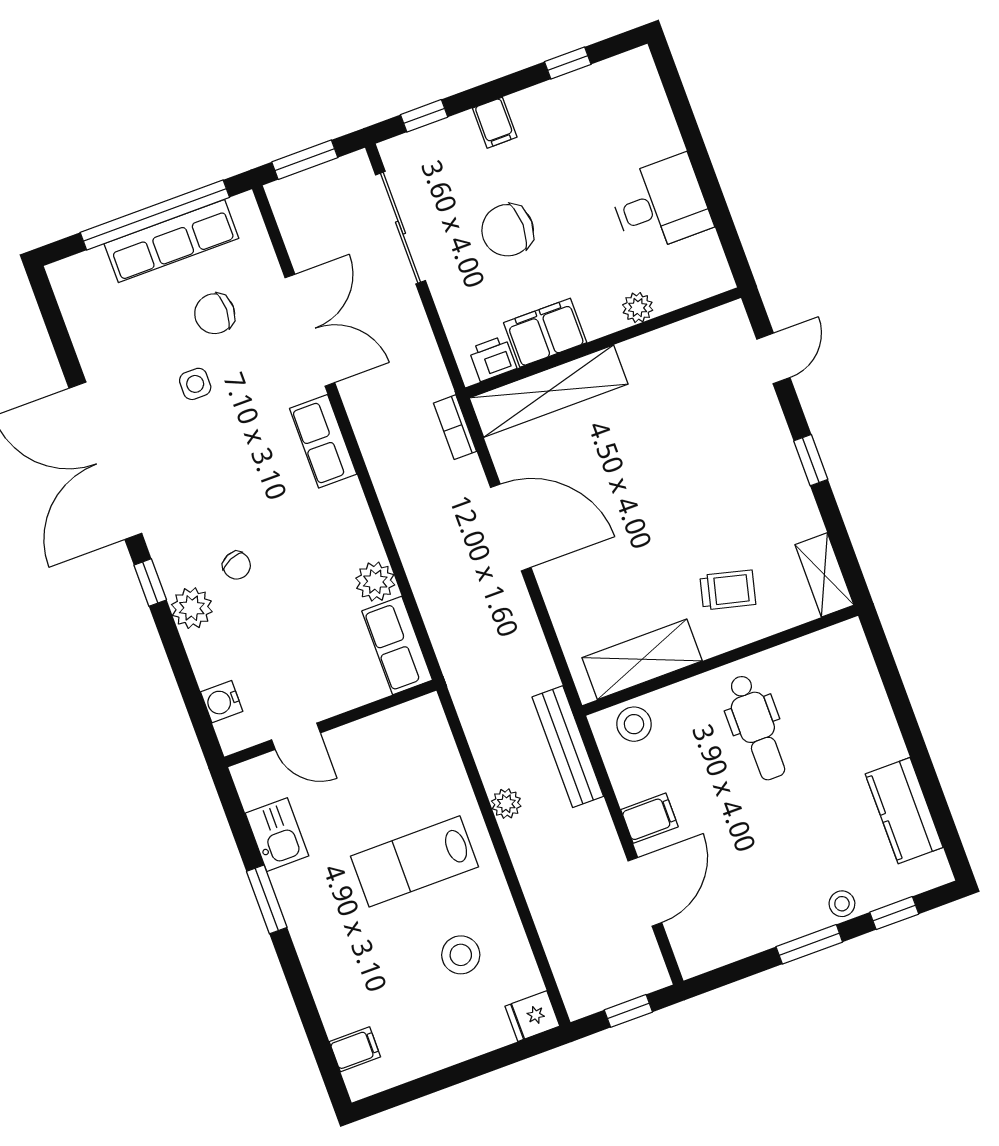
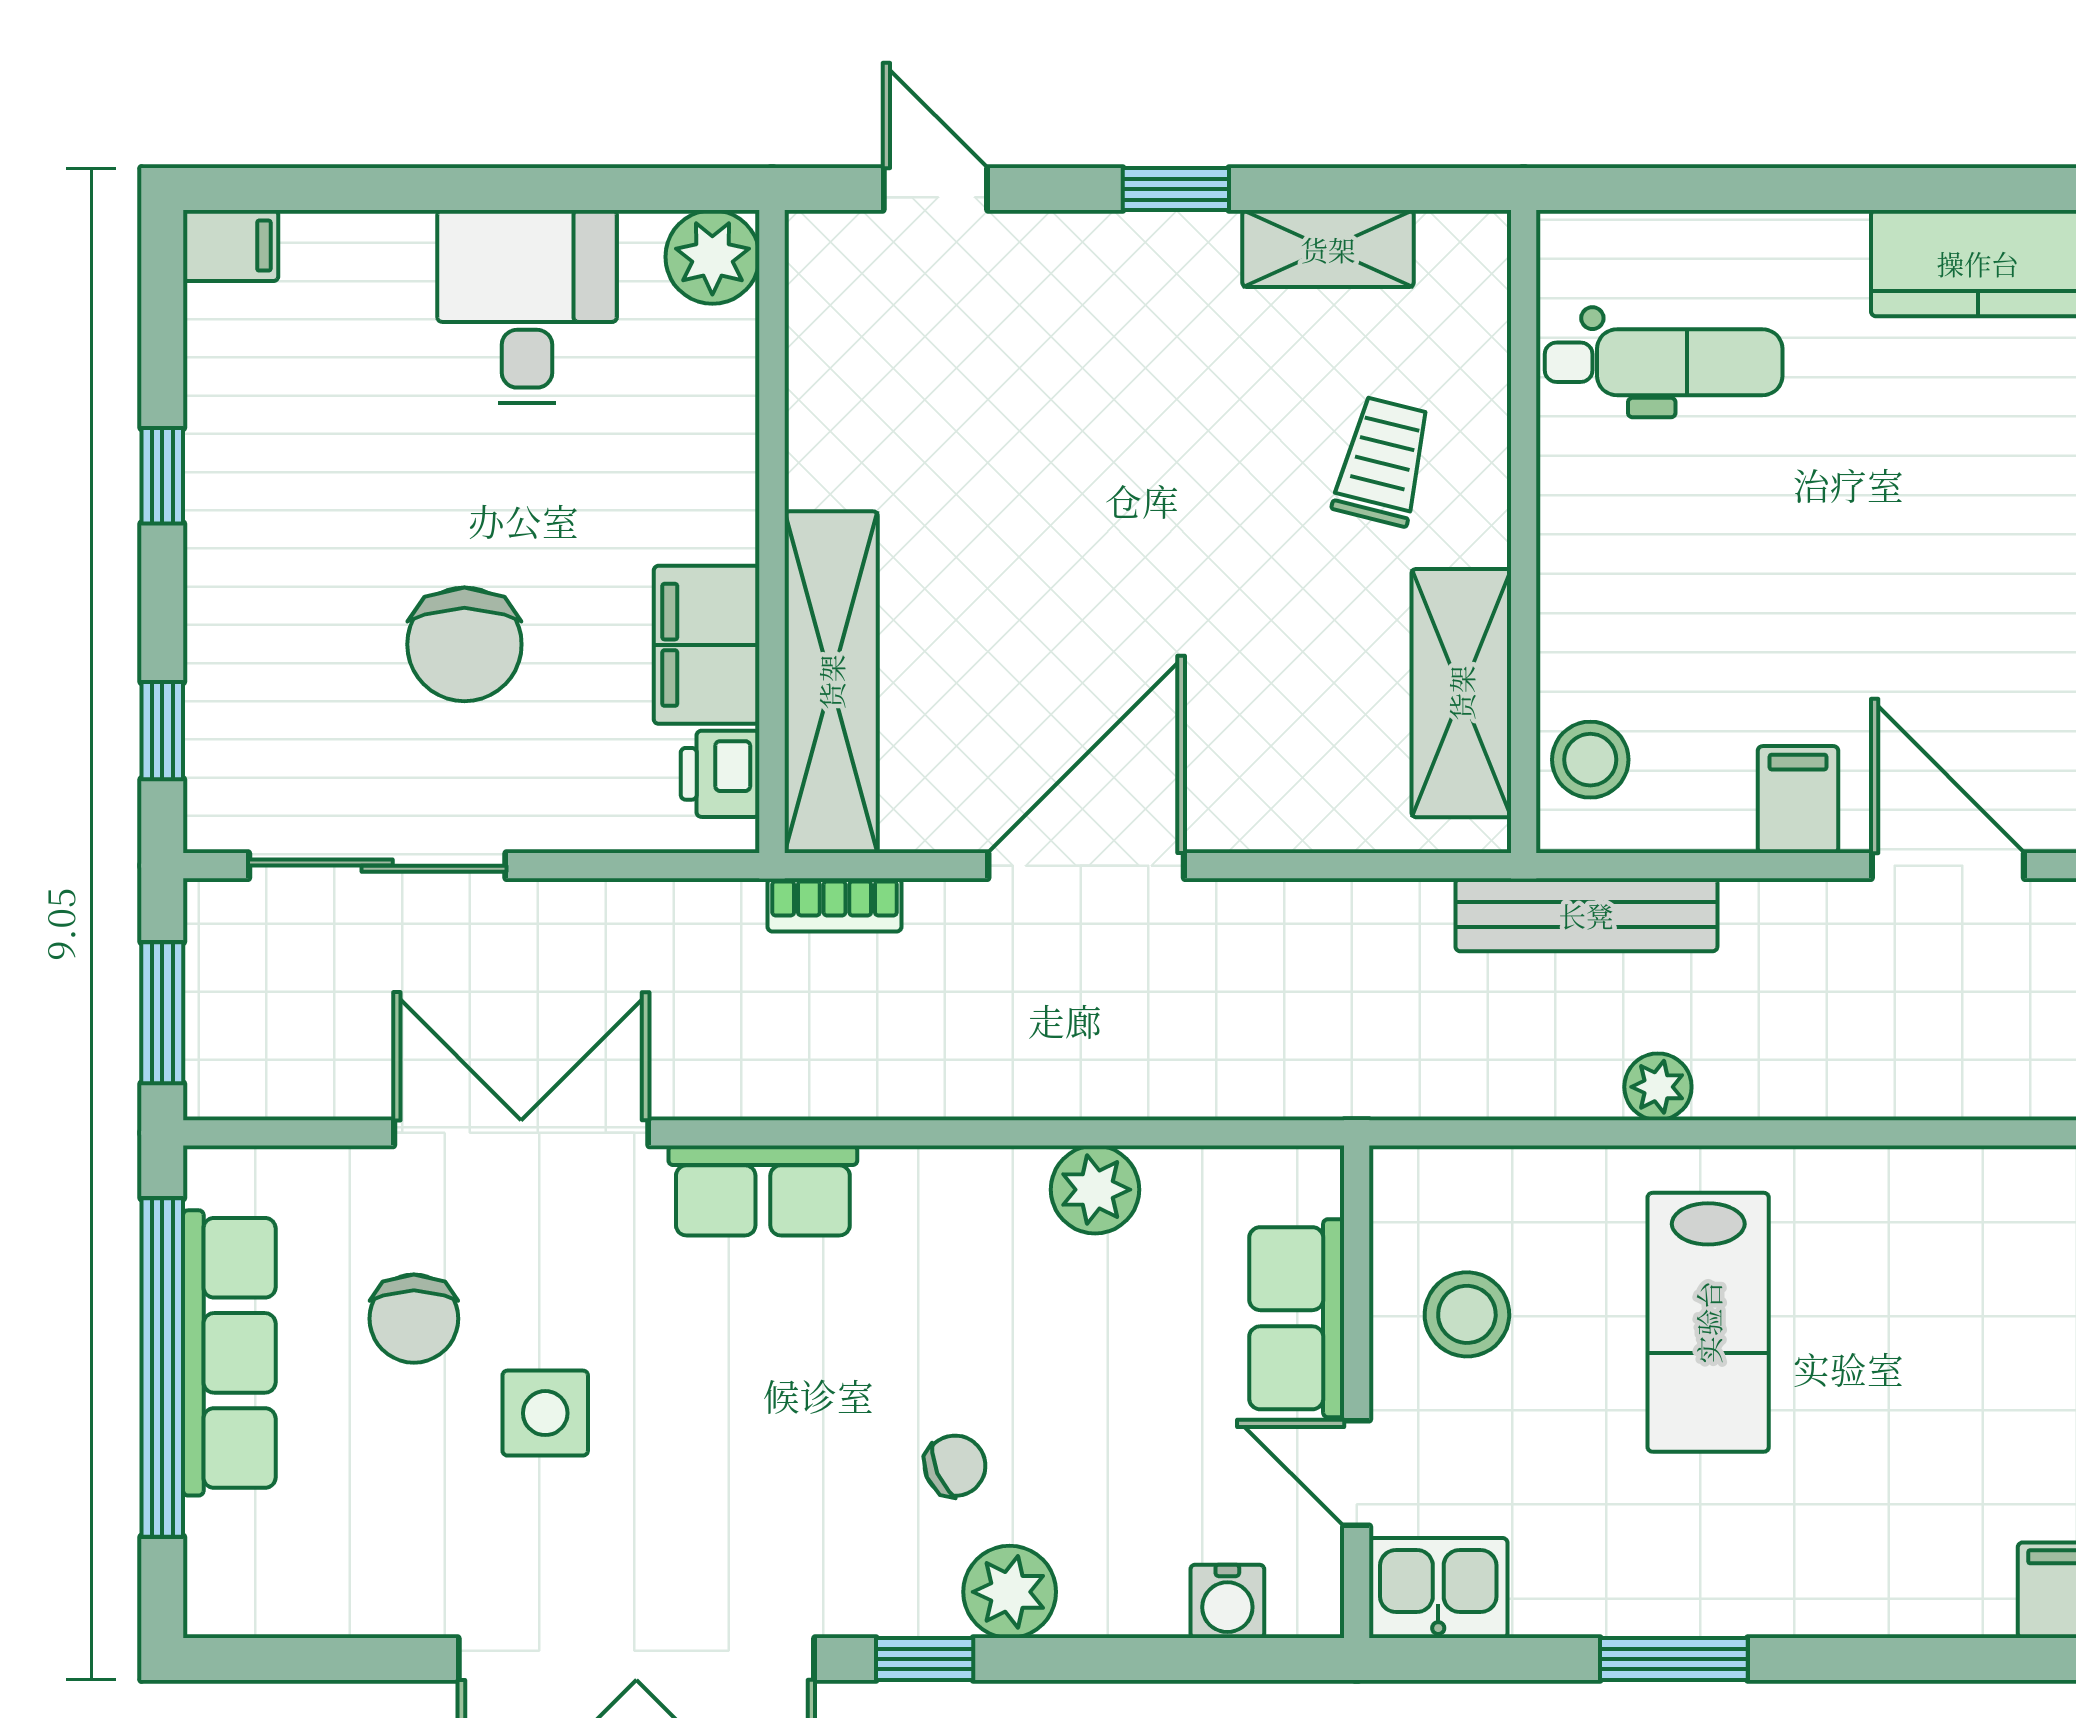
window: (568, 63) -> (162, 476), moved
filing cabinet: (495, 123) -> (231, 246), moved
plant: (638, 308) -> (712, 257), moved, width x1.38, depth x1.38
side table: (195, 384) -> (545, 1413), width x1.37, depth x1.37
shelving: (824, 575) -> (1328, 249), moved
row of seats: (397, 645) -> (1297, 1318), moved, turned 90
dental chair: (757, 727) -> (1664, 362), moved
door: (296, 736) -> (1357, 1473), swing flipped
kitchen sink: (277, 835) -> (1438, 1588), moved
stool: (461, 955) -> (1467, 1314), moved

